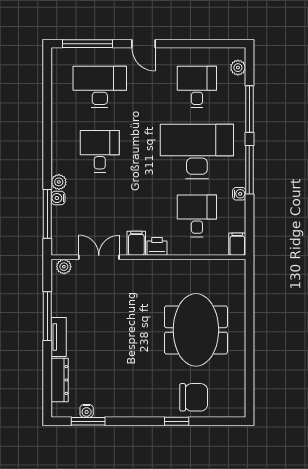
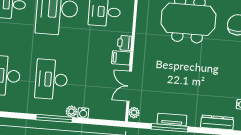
desk: (100, 151) -> (51, 79), width x1.37
window: (47, 214) -> (54, 118), moved
tv unit: (59, 337) -> (172, 120), moved

